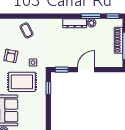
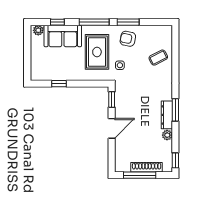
window: (91, 16) -> (175, 110), moved
door: (86, 70) -> (112, 128), hinge flipped
window: (48, 88) -> (59, 84), moved

